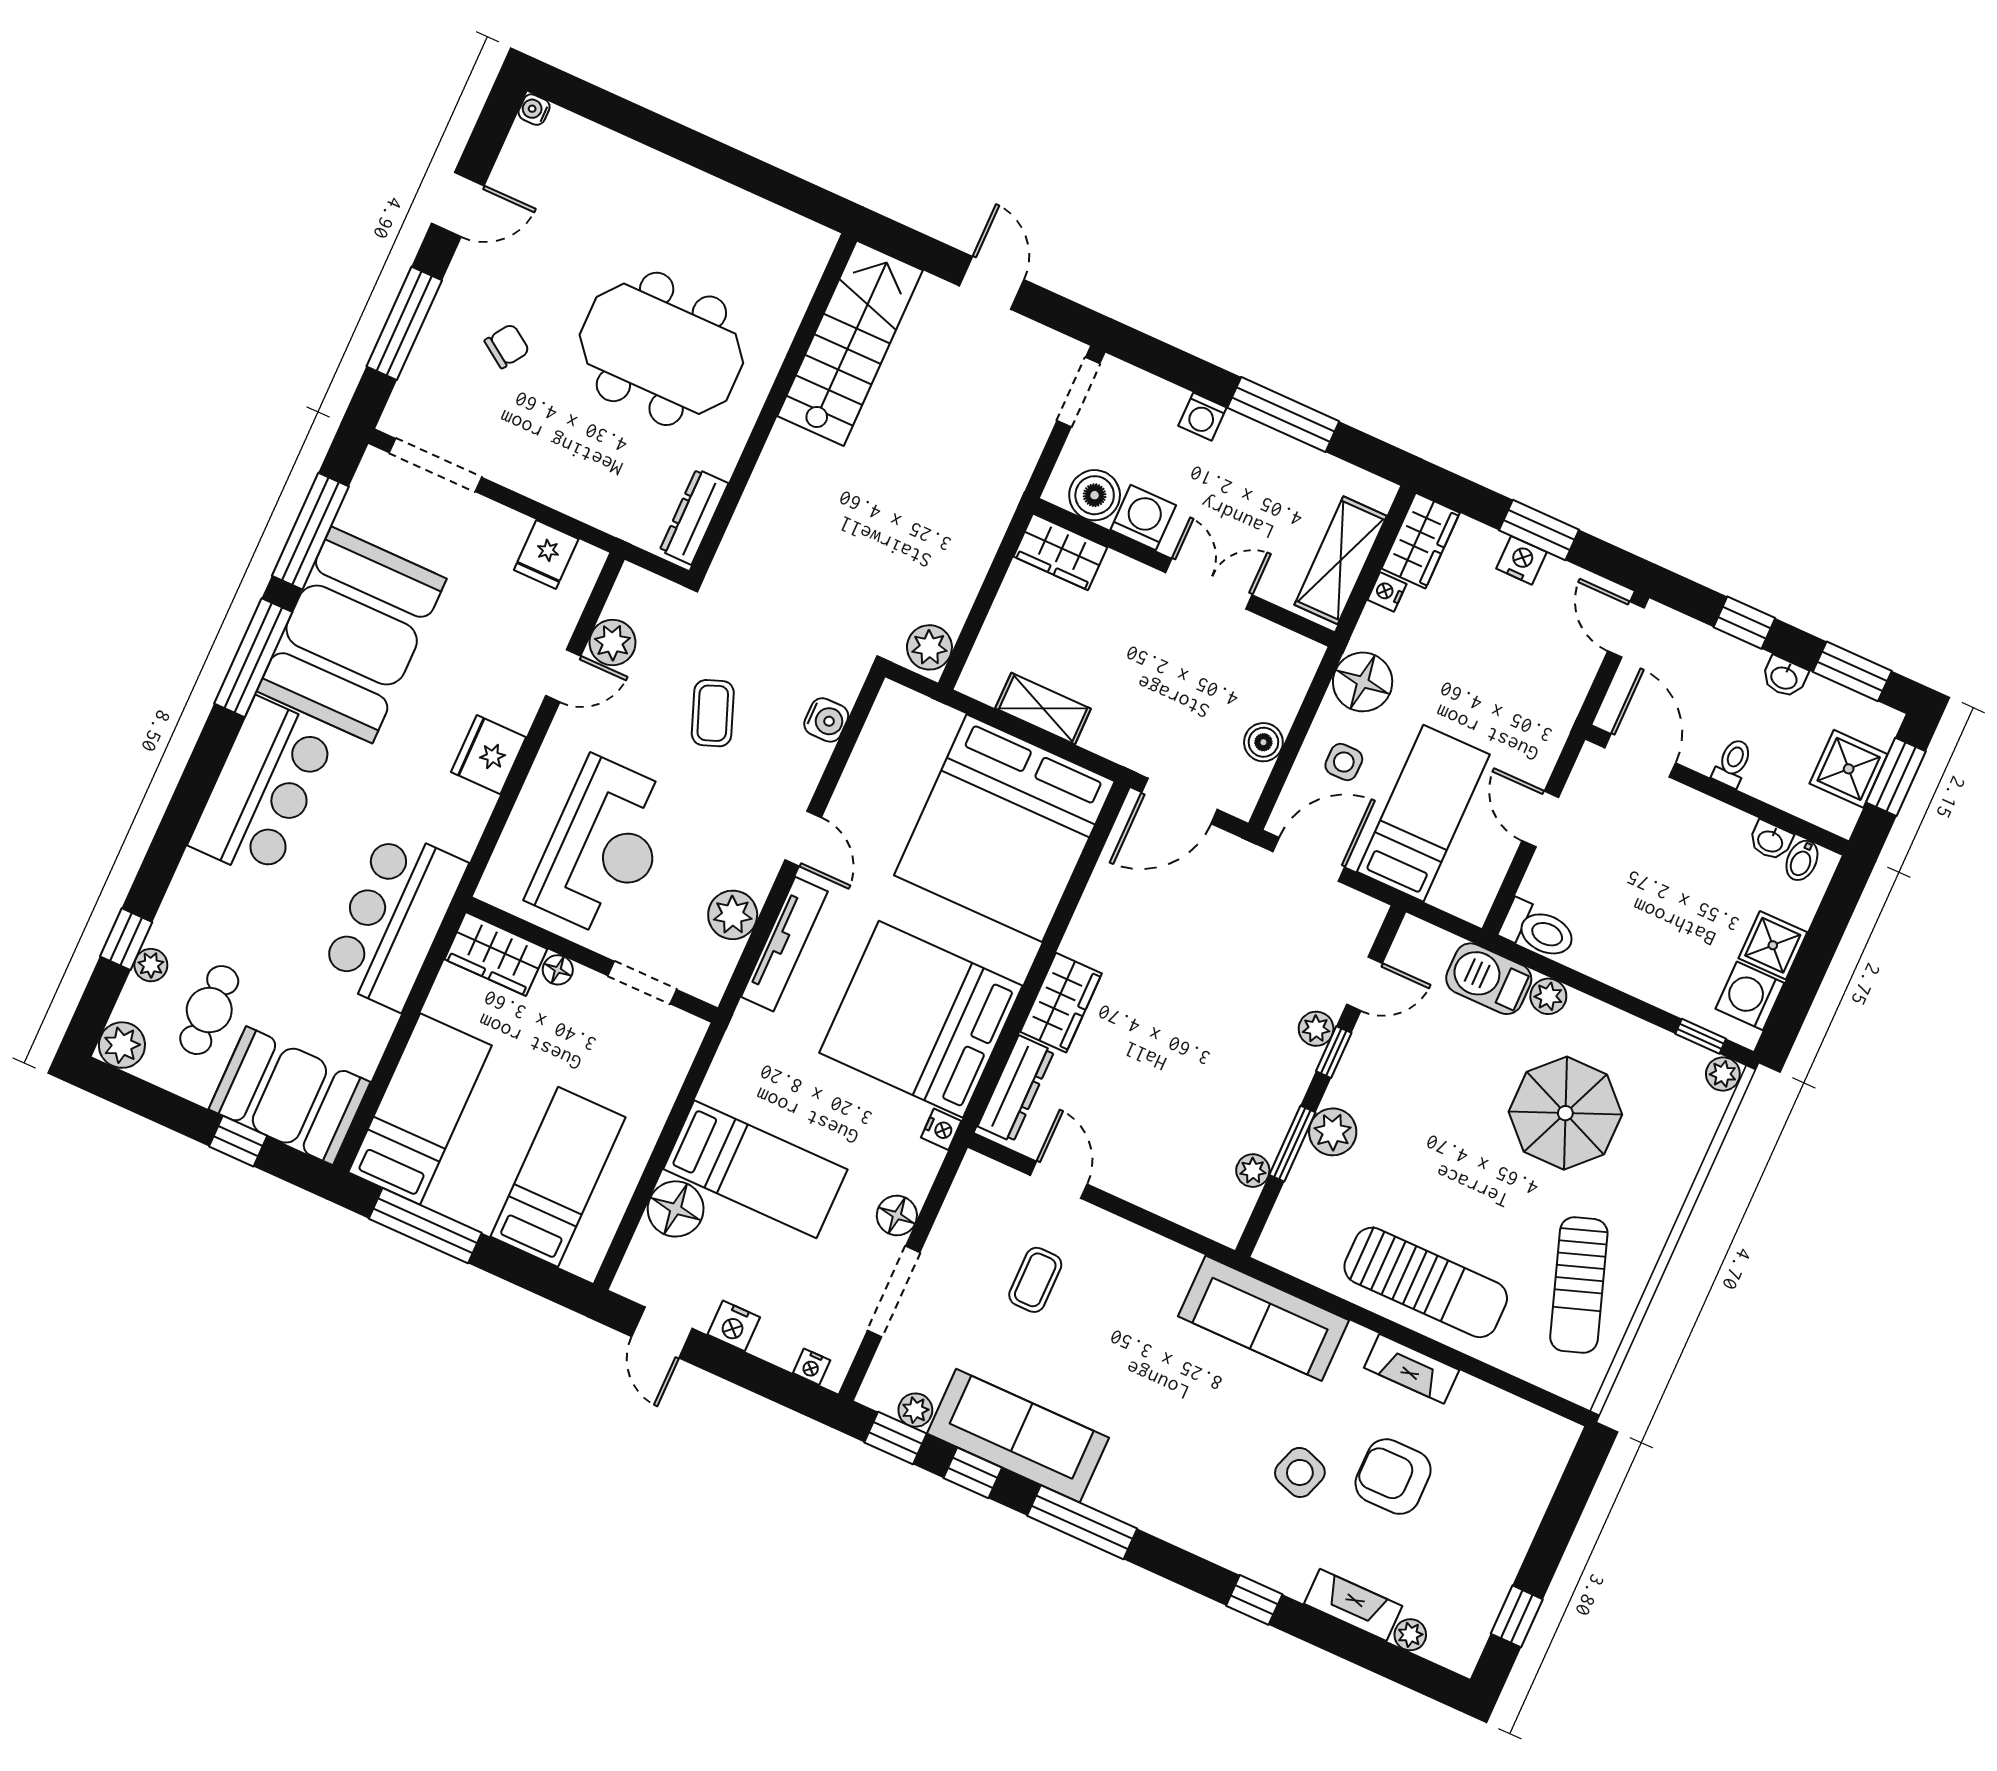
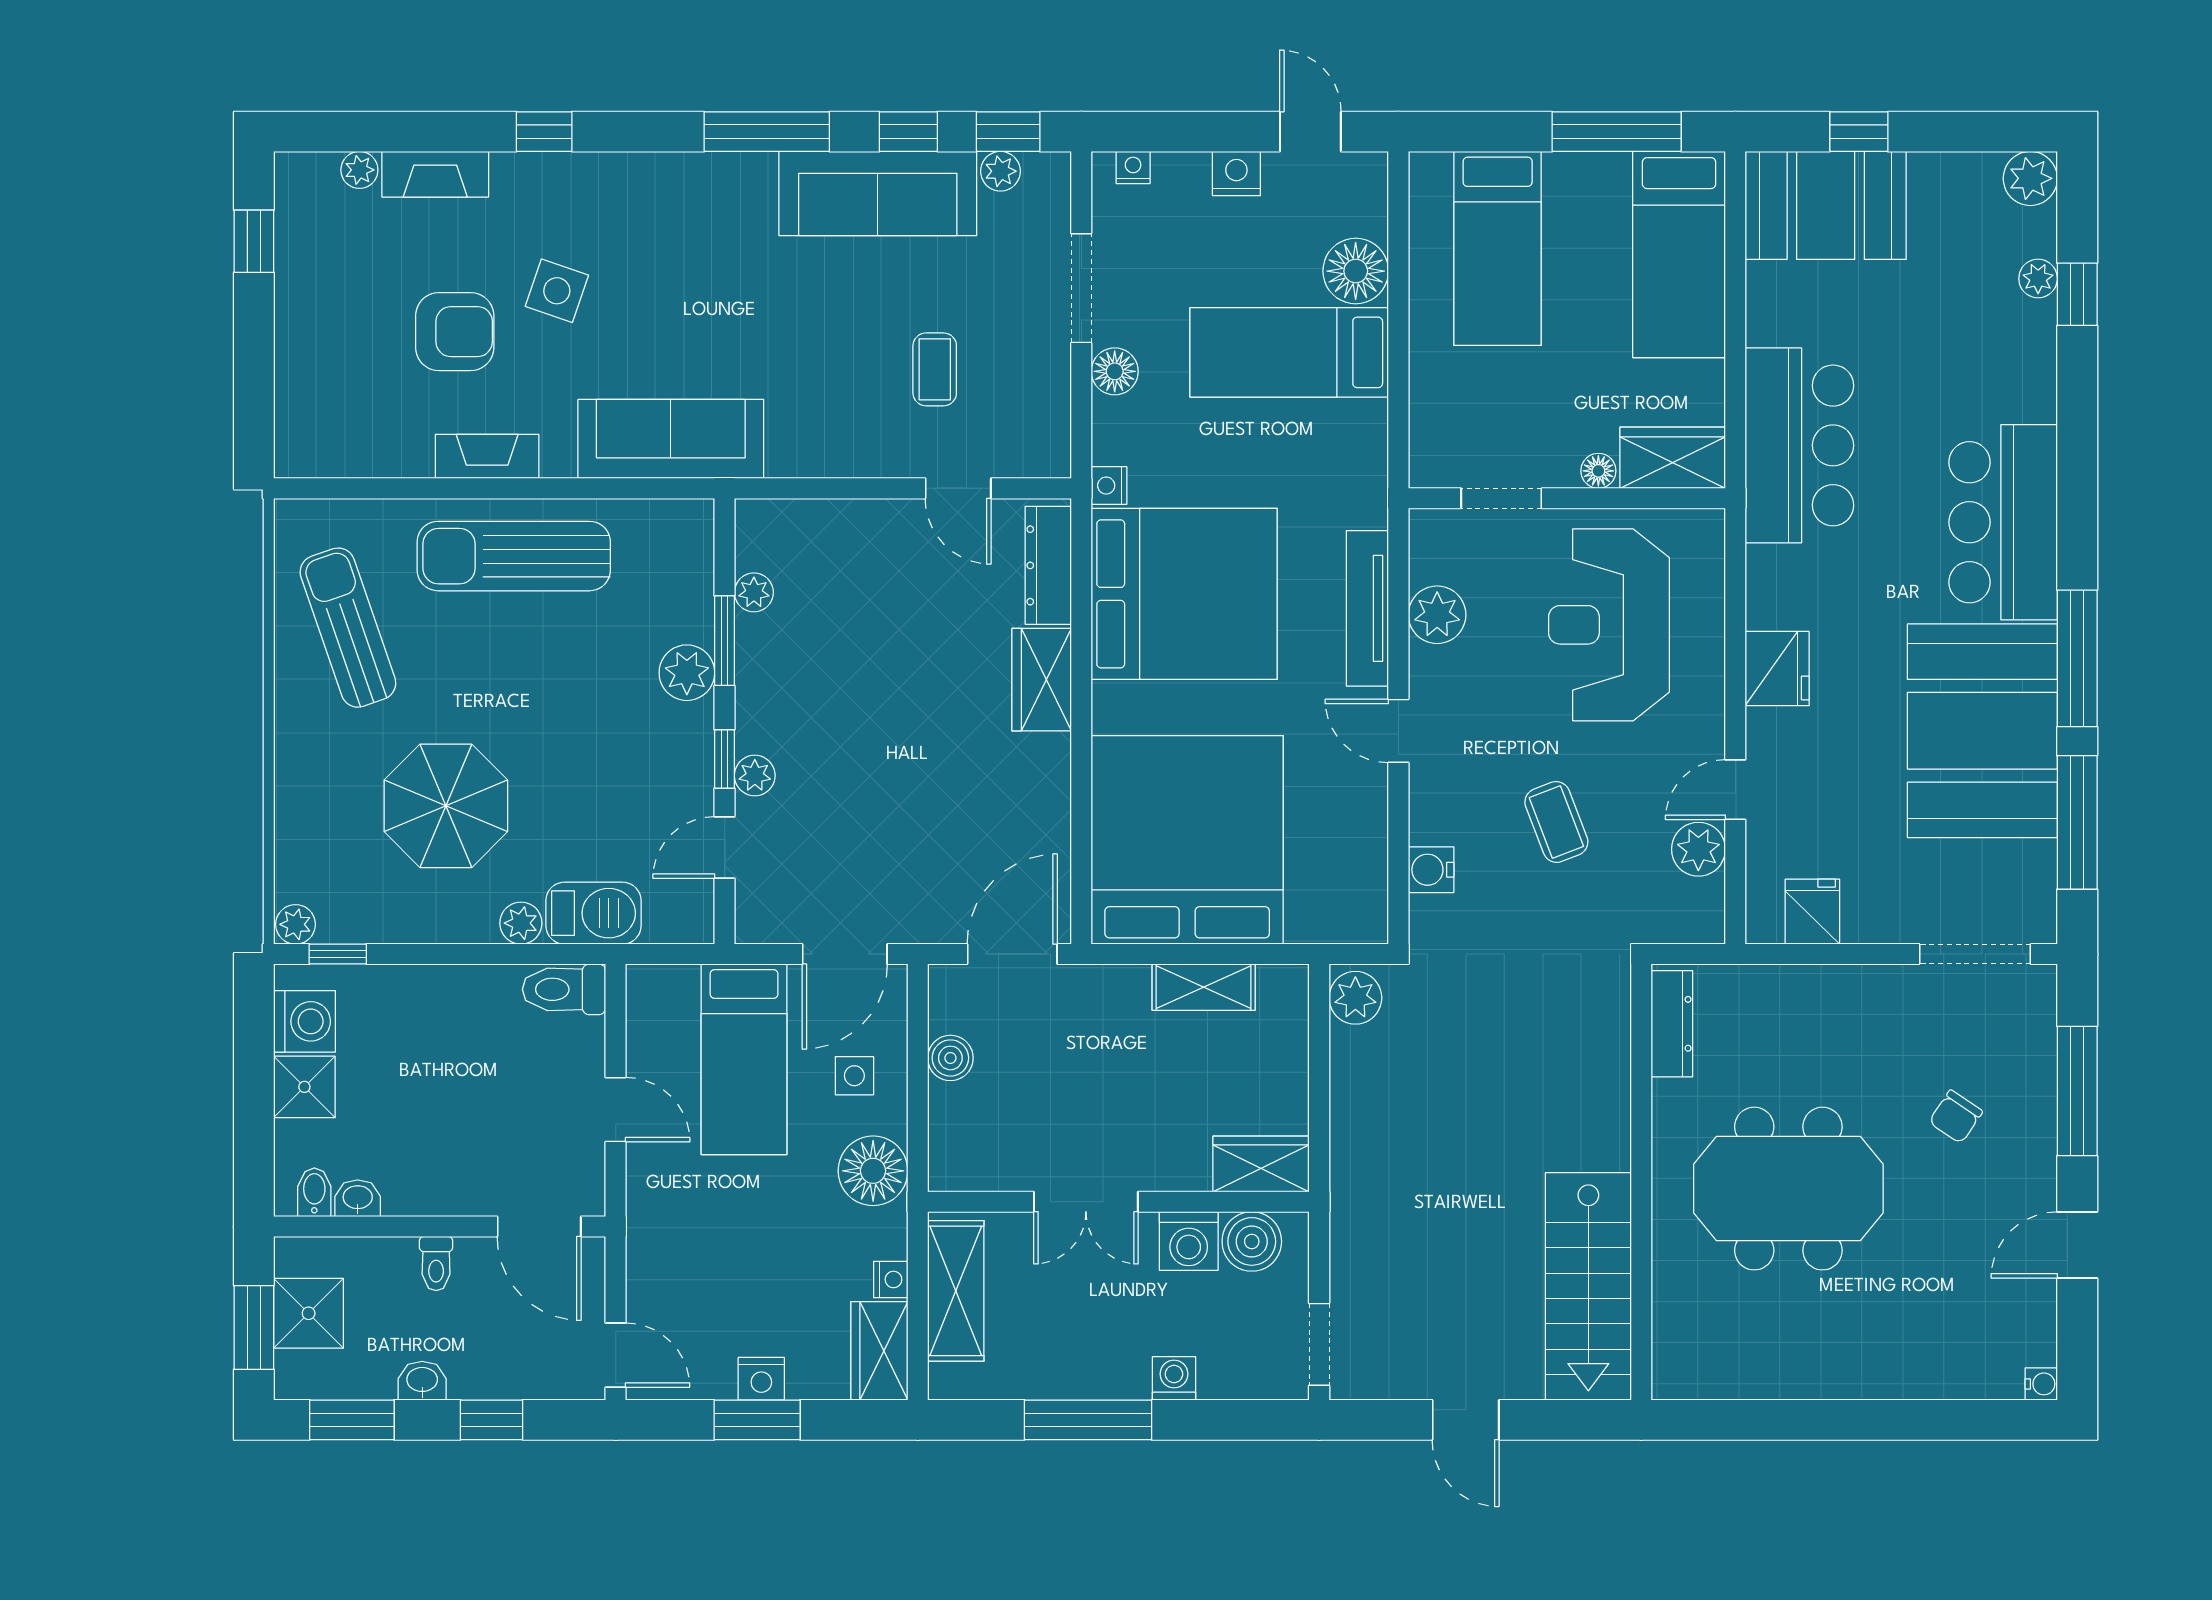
cafe table: (209, 1010) -> (1953, 258), removed

